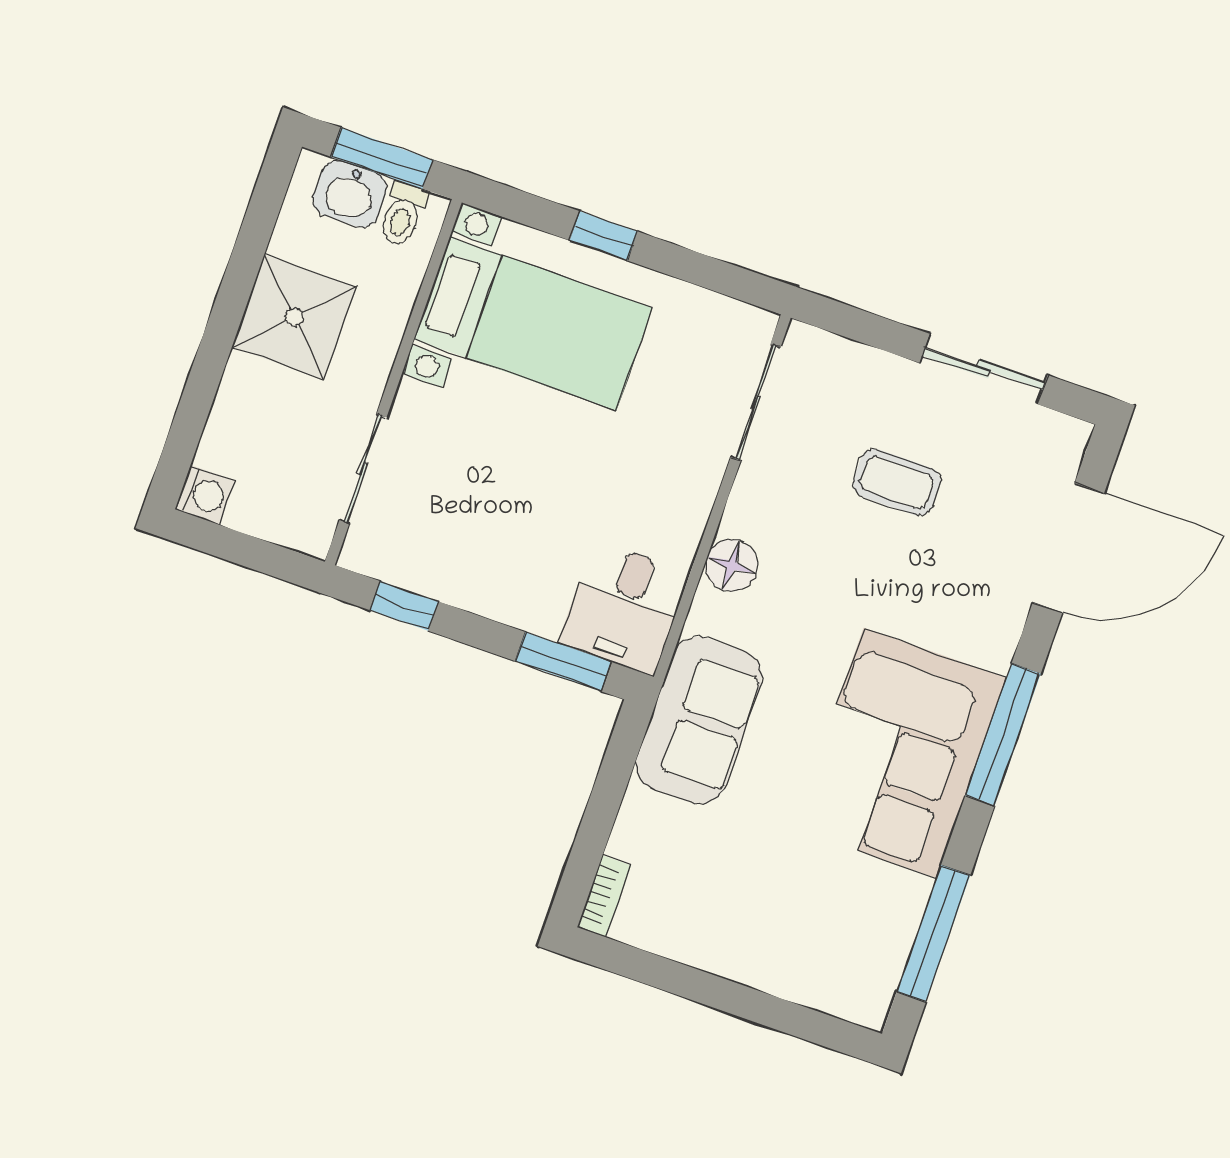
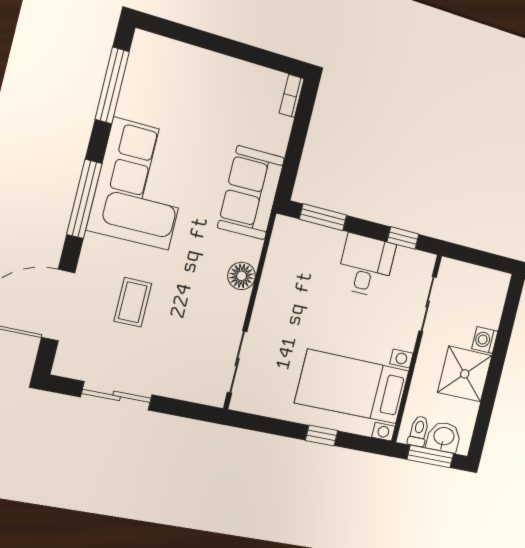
coffee table: (897, 482) -> (133, 302), moved, turned 90
washing machine: (205, 495) -> (485, 340), moved
desk: (624, 608) -> (366, 266), moved

